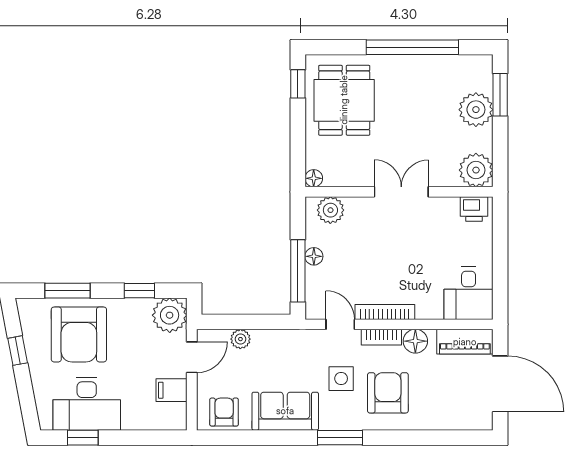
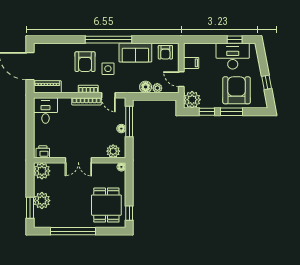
window: (67, 291) -> (232, 112), moved
floor lamp: (415, 341) -> (146, 87), moved
door: (192, 357) -> (181, 79), hinge flipped
window: (340, 438) -> (108, 40), width x2.11

